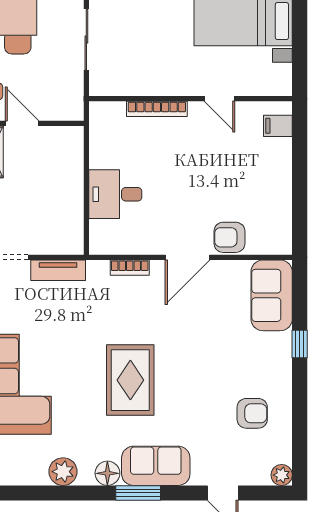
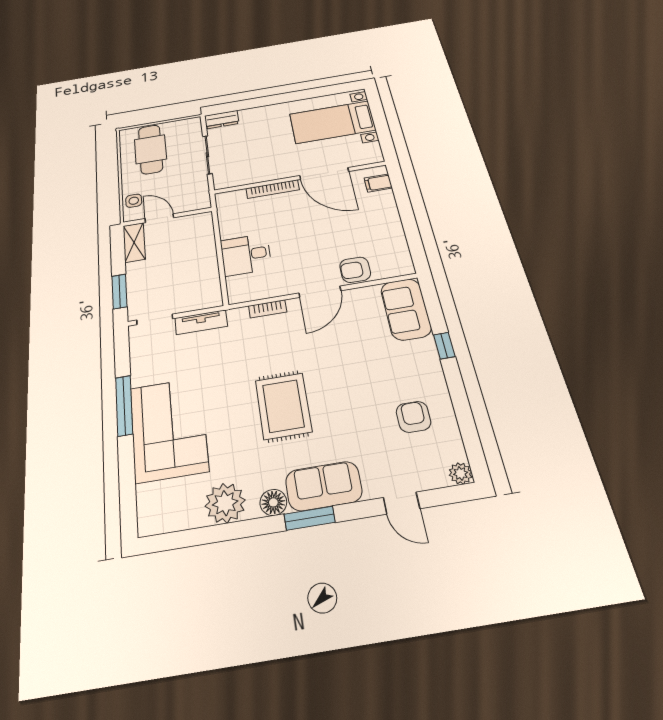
door: (219, 99) -> (324, 174), width x1.87
armchair: (252, 413) -> (413, 417), turned -90
plant: (63, 472) -> (225, 503), width x1.36, depth x1.36

